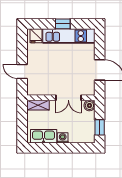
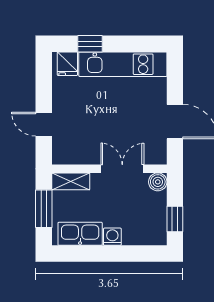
window: (63, 24) -> (90, 44), moved
double door: (68, 98) -> (122, 169), swing flipped
window: (22, 121) -> (44, 209), added

